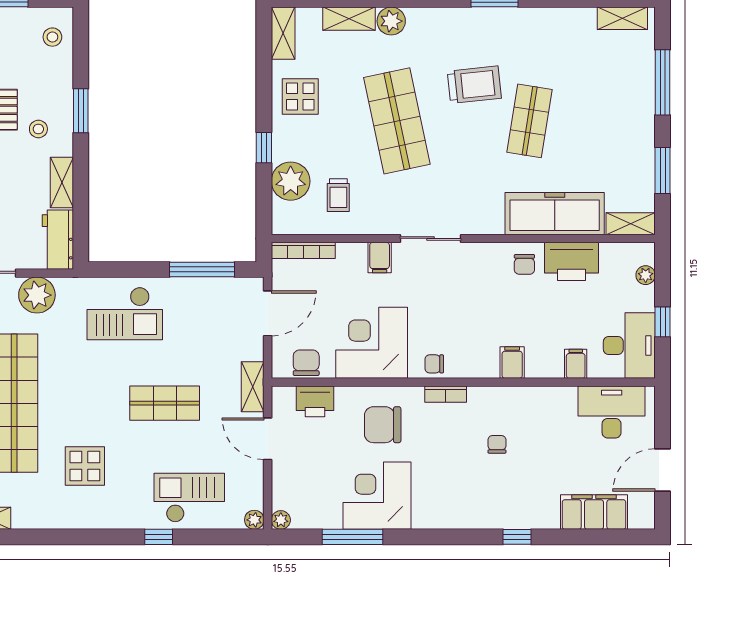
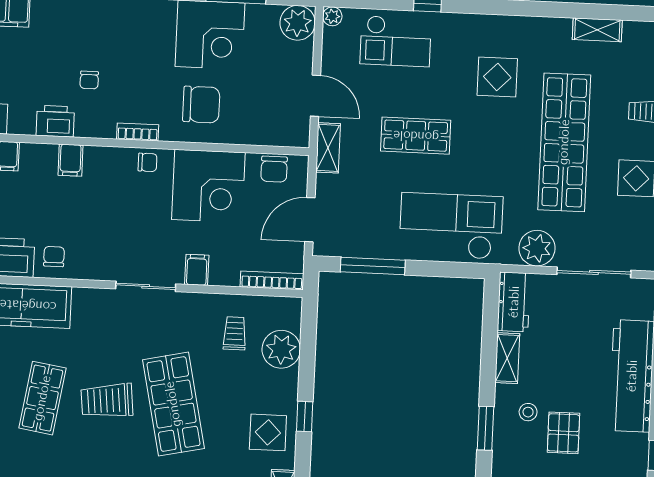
trolley: (474, 85) -> (107, 401), moved
window: (264, 148) -> (305, 416), moved
checkout: (125, 314) -> (451, 226), width x1.36, depth x1.21
printer: (315, 401) -> (55, 121), moved
plant: (281, 520) -> (298, 23), width x1.88, depth x1.88

